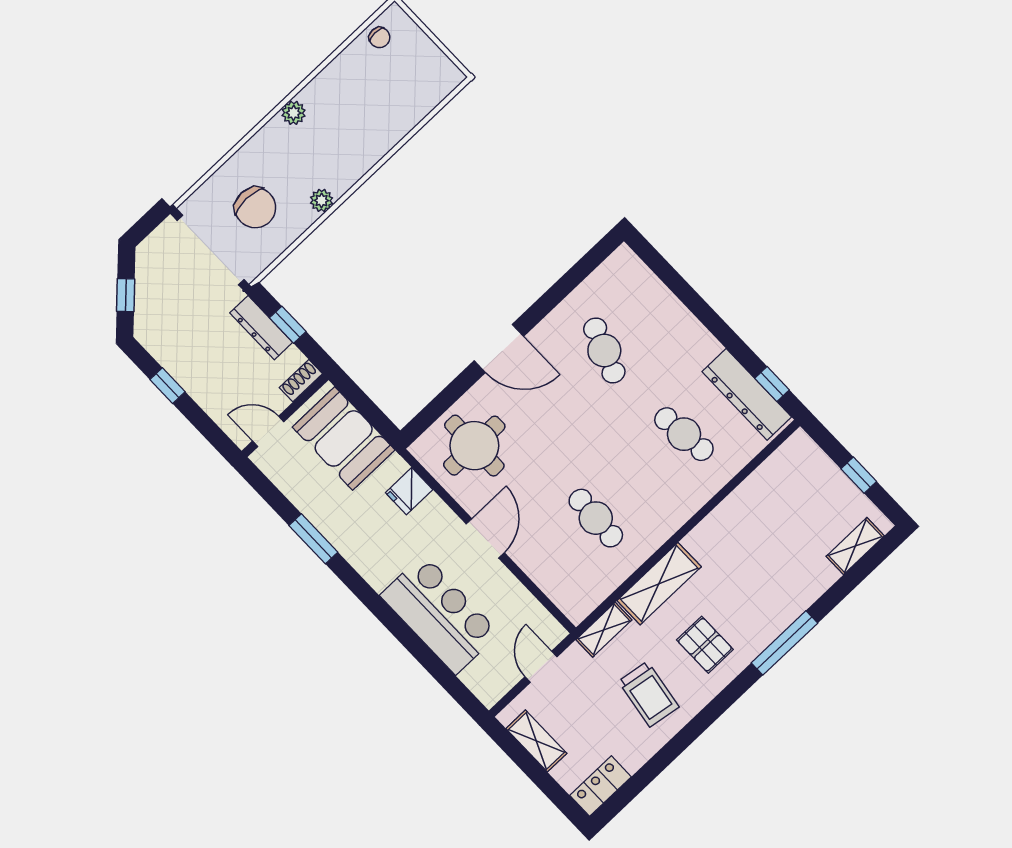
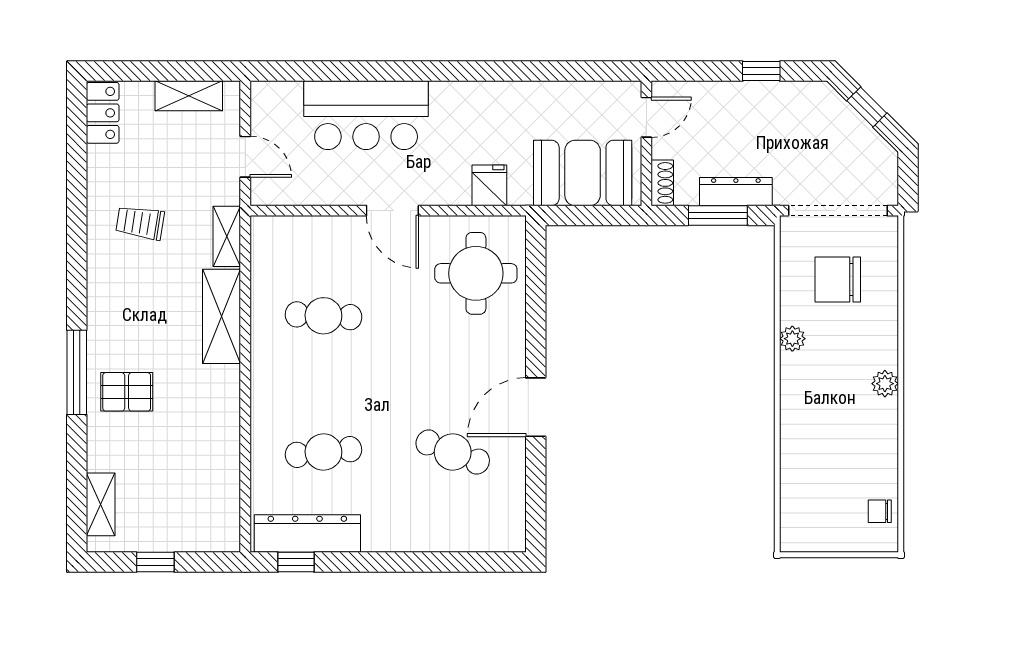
window: (288, 325) -> (718, 215), width x1.50
door: (499, 348) -> (536, 407), moved
window: (313, 539) -> (525, 71), removed
pallet: (705, 645) -> (127, 392), moved
trolley: (649, 694) -> (140, 223), width x0.73, depth x0.72

